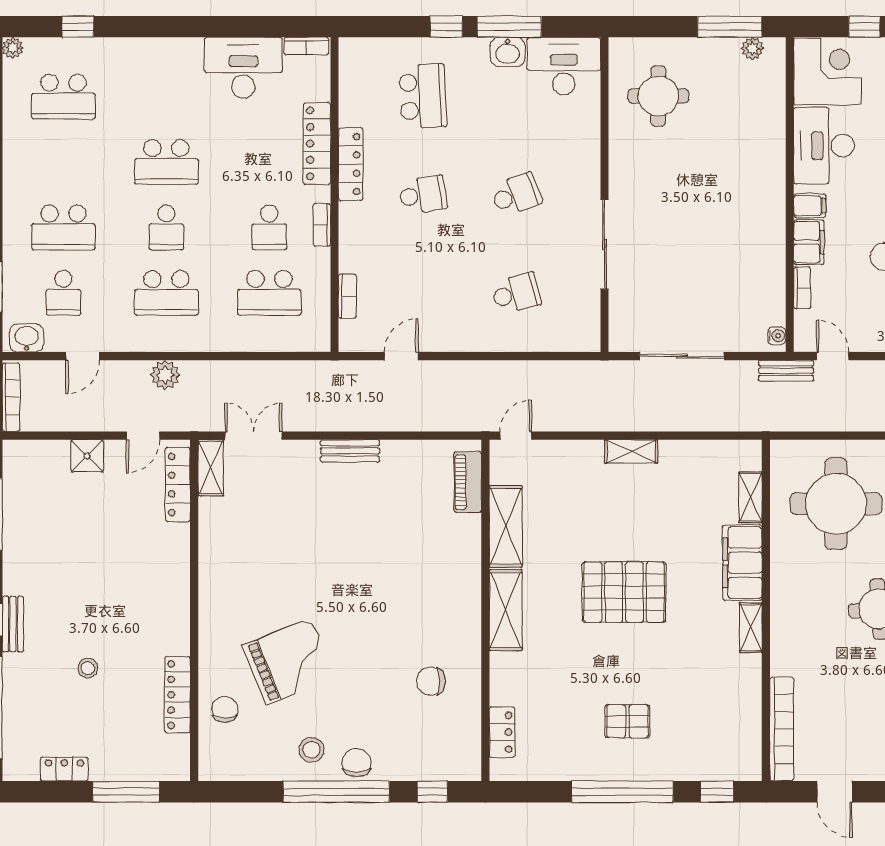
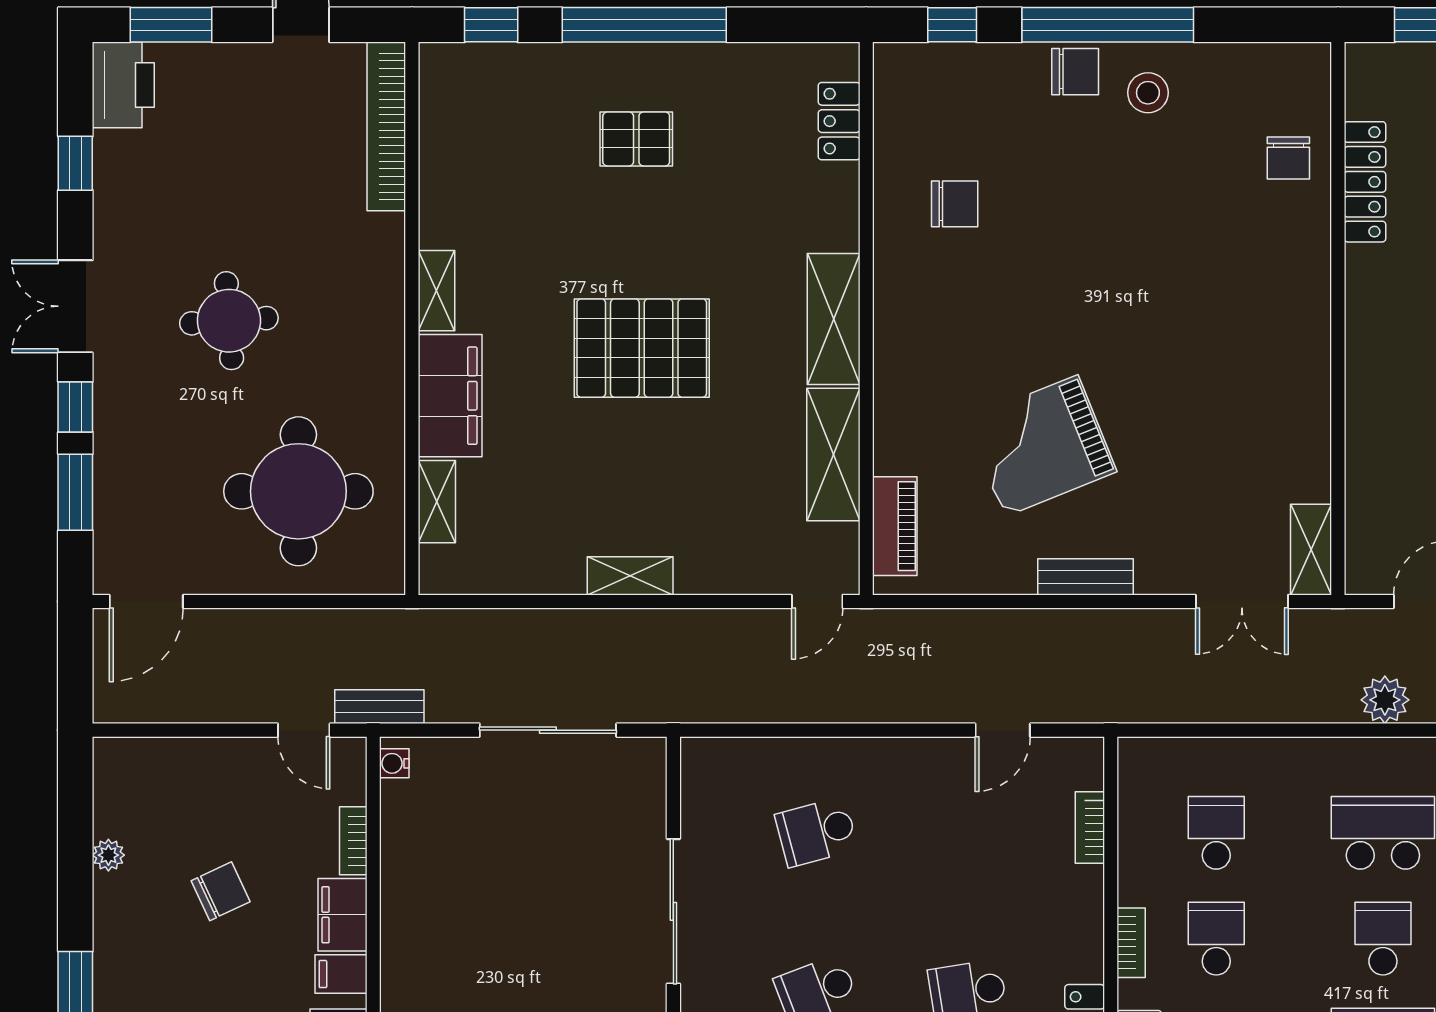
school desk: (269, 293) -> (1216, 833), width x0.54
locker: (178, 485) -> (1364, 522), removed
grand piano: (289, 661) -> (1041, 446), moved
chair: (356, 763) -> (1075, 72), turned -90

